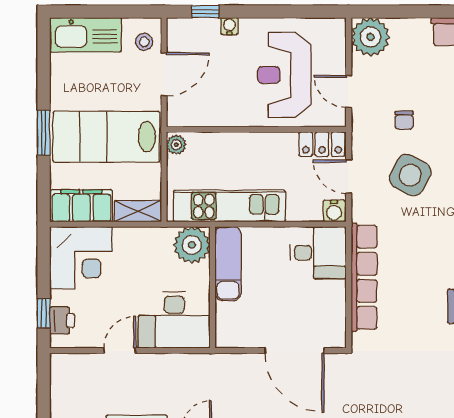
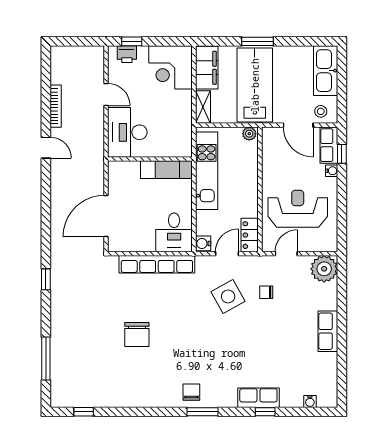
row of seats: (193, 30) -> (329, 145), added
side table: (410, 175) -> (228, 296), turned 33
plant: (192, 245) -> (179, 145), removed

